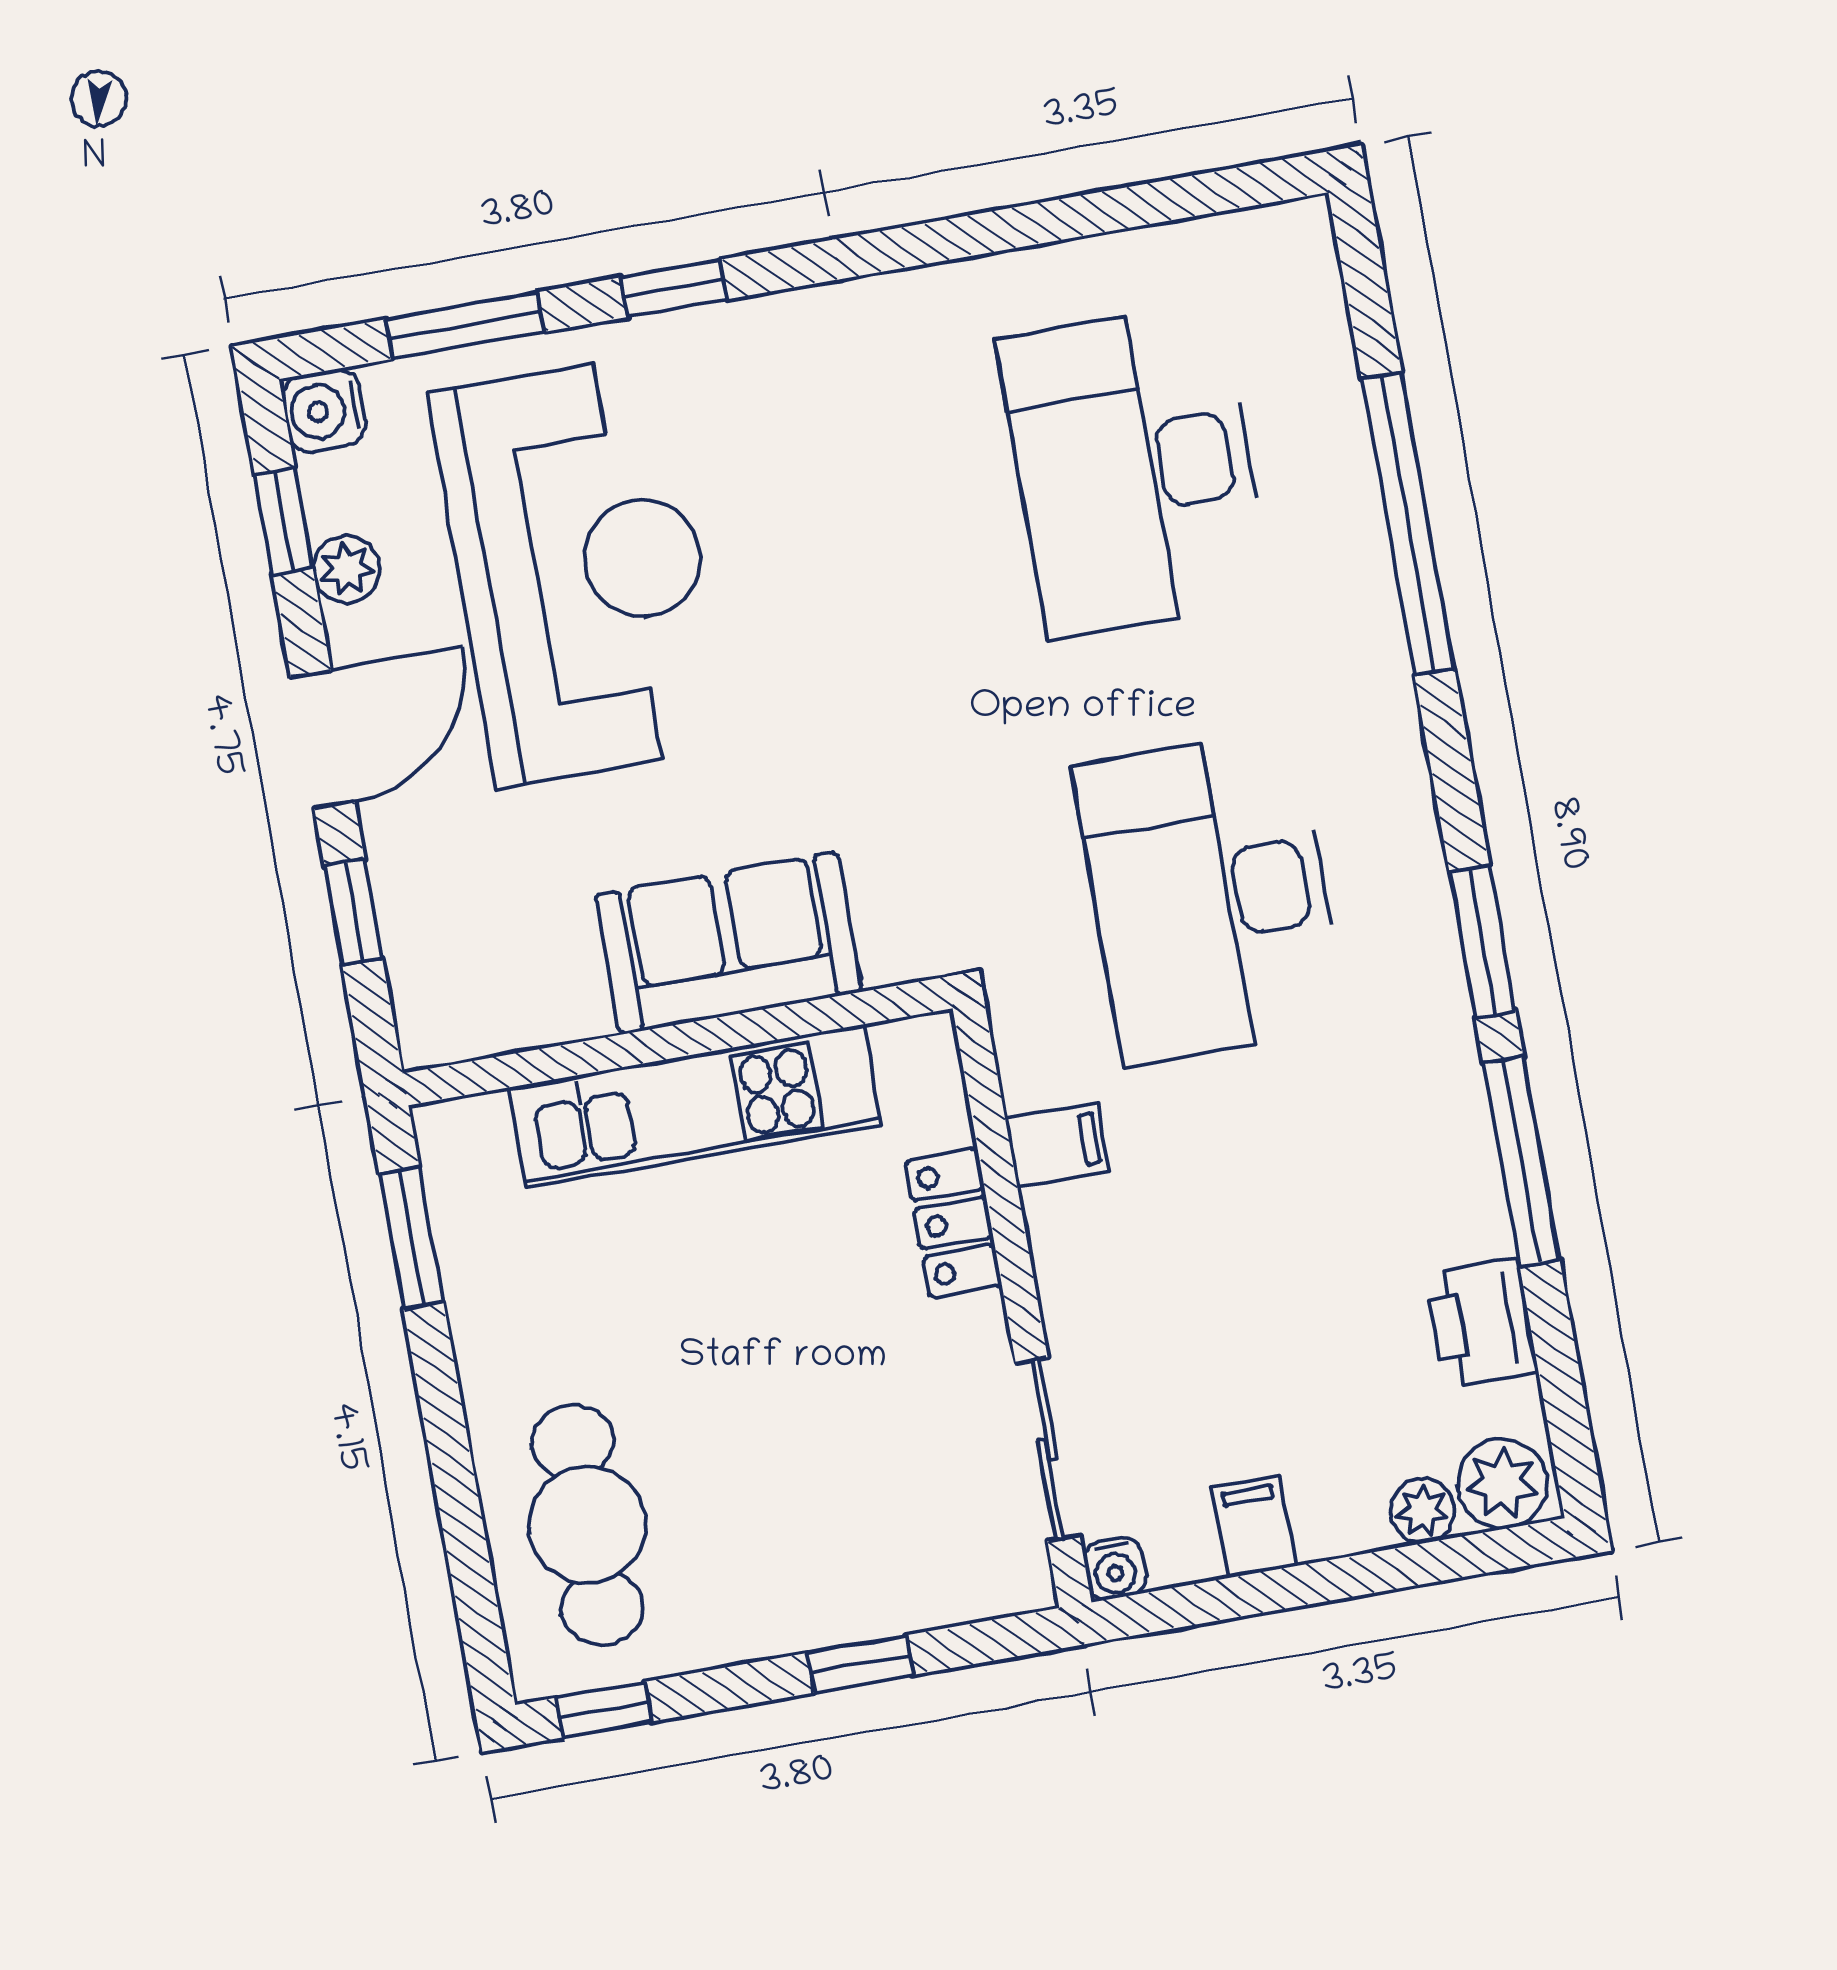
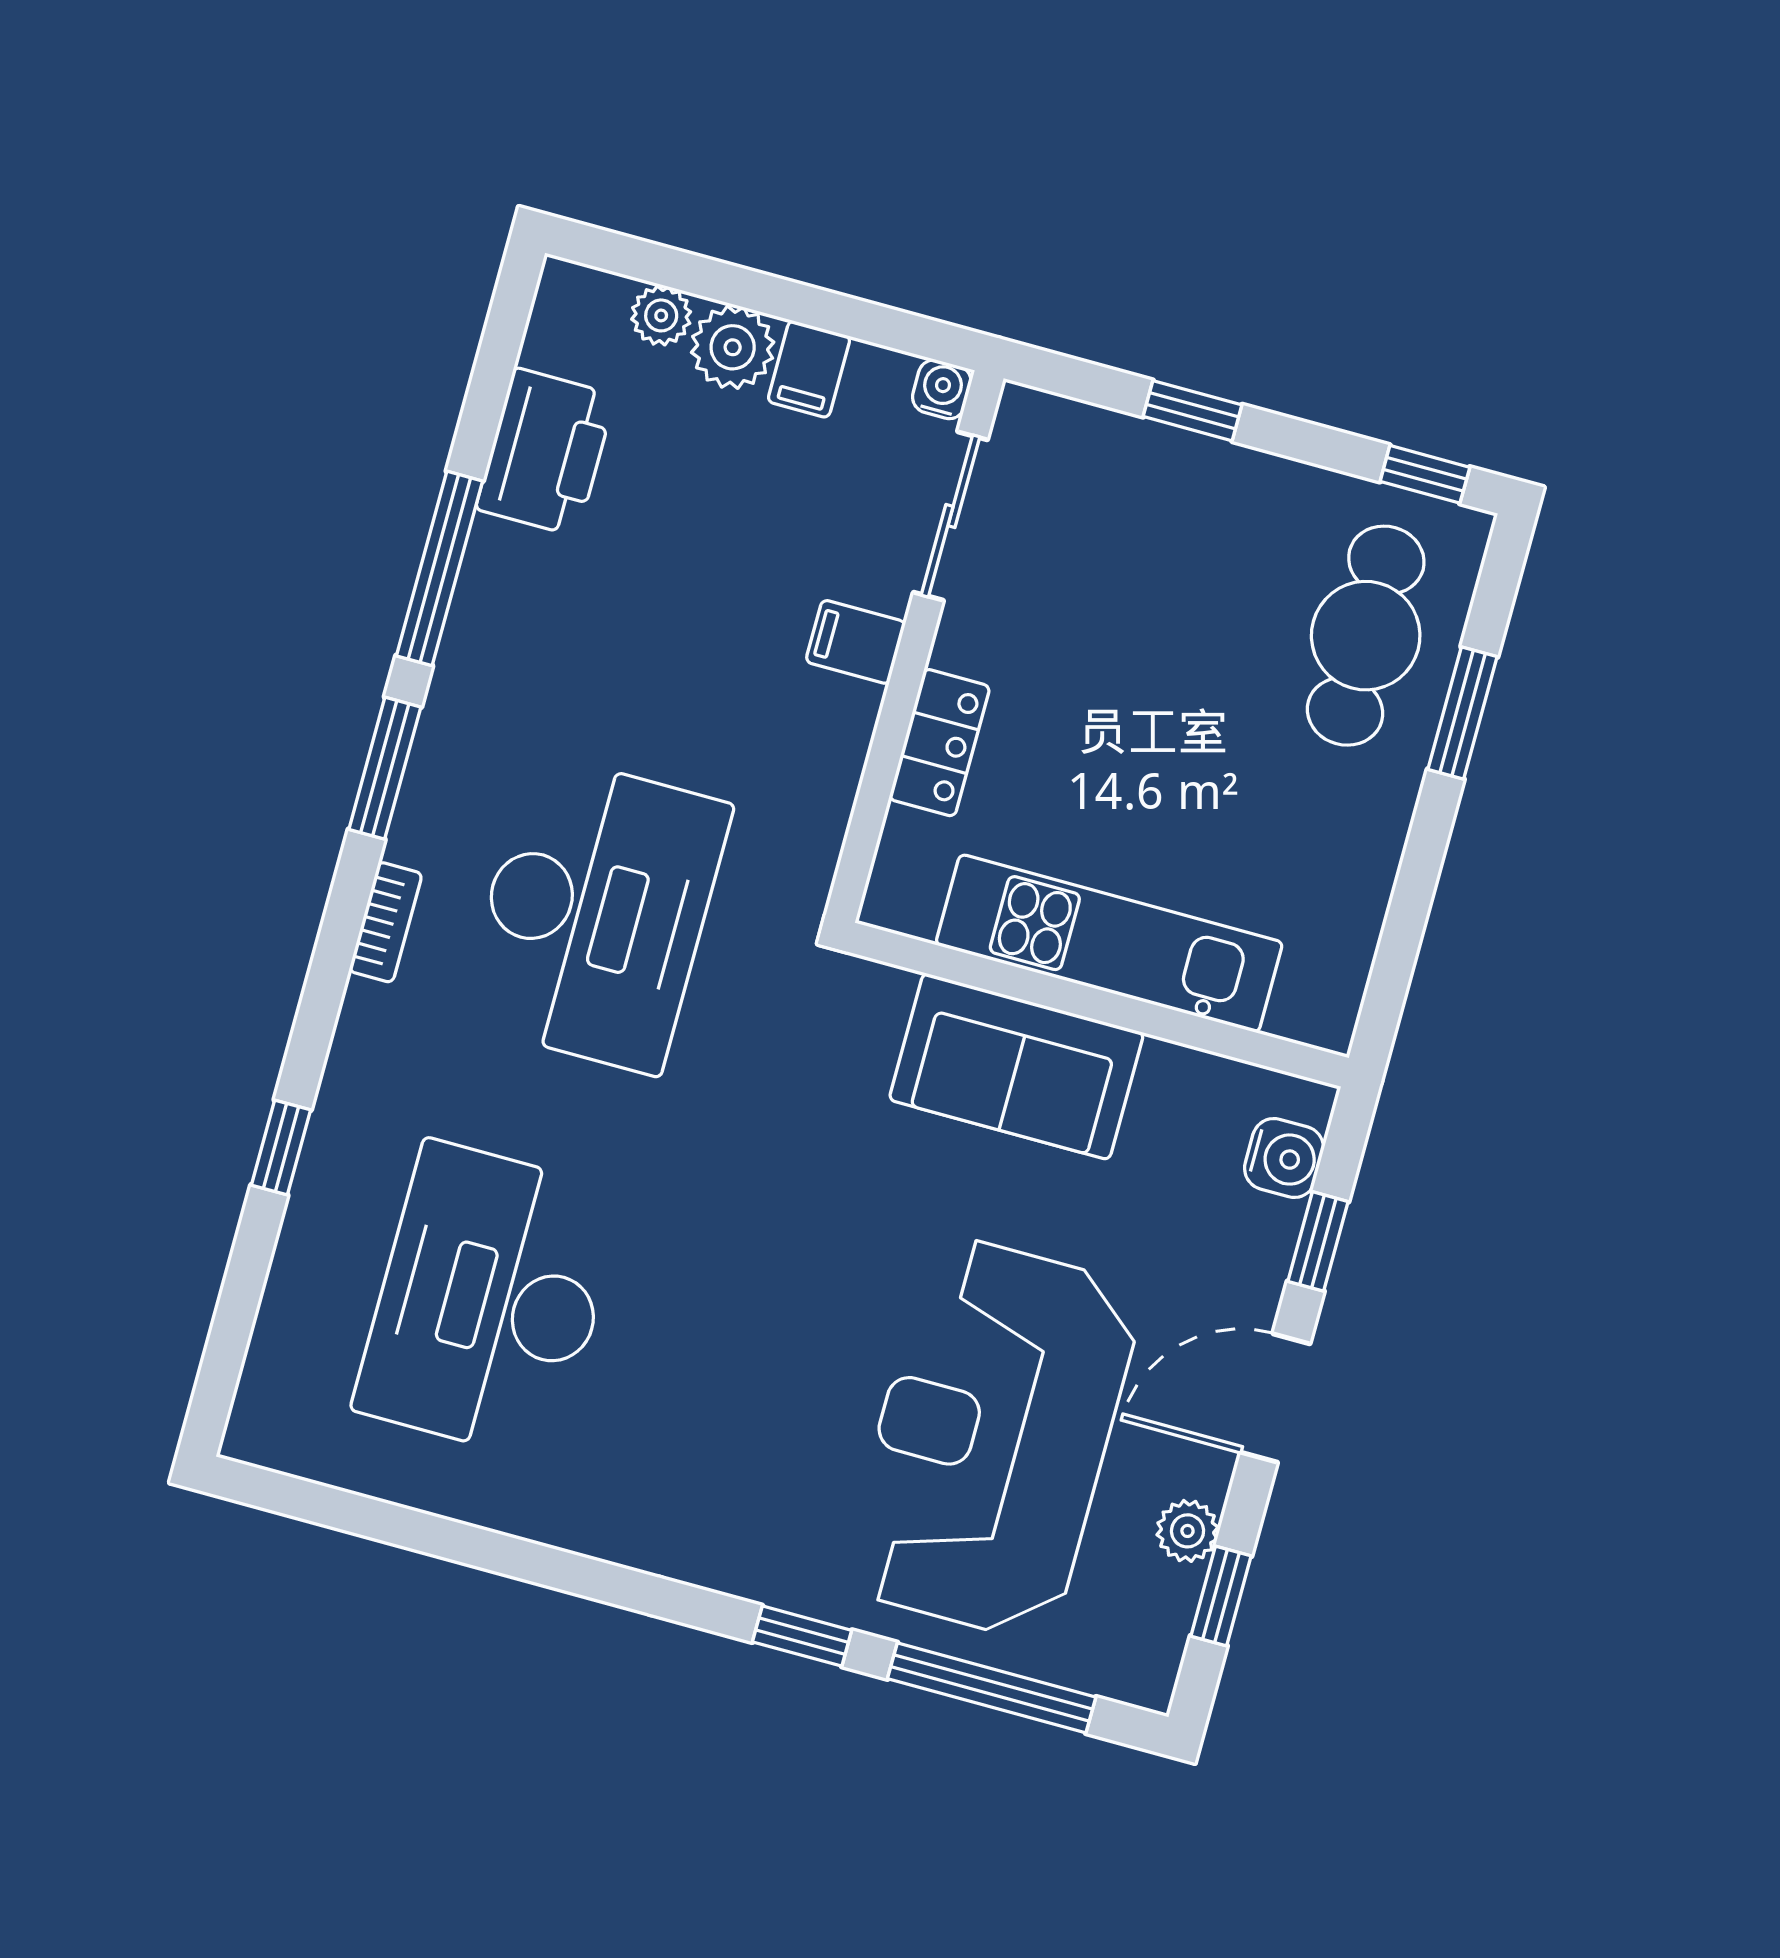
window: (465, 326) -> (992, 1688), width x1.44
water cooler: (324, 411) -> (1284, 1158), moved
desk: (1134, 470) -> (489, 1301), turned 180
window: (1408, 523) -> (281, 1148), width x0.32
bookcase: (1410, 792) -> (386, 922), added
filing cabinet: (1057, 1145) -> (856, 642), moved
window: (411, 1238) -> (1463, 713), moved
printer: (1481, 1323) -> (546, 452), width x1.37, depth x1.19
plant: (1502, 1484) -> (733, 347), moved

